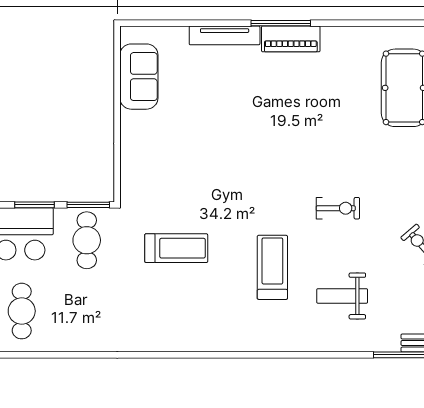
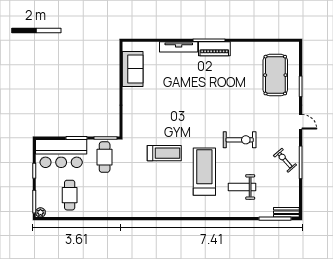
exercise bike: (338, 208) -> (240, 140), width x1.38, depth x1.39
treadmill: (176, 248) -> (164, 153), moved
treadmill: (272, 267) -> (204, 172), width x1.37, depth x1.38

